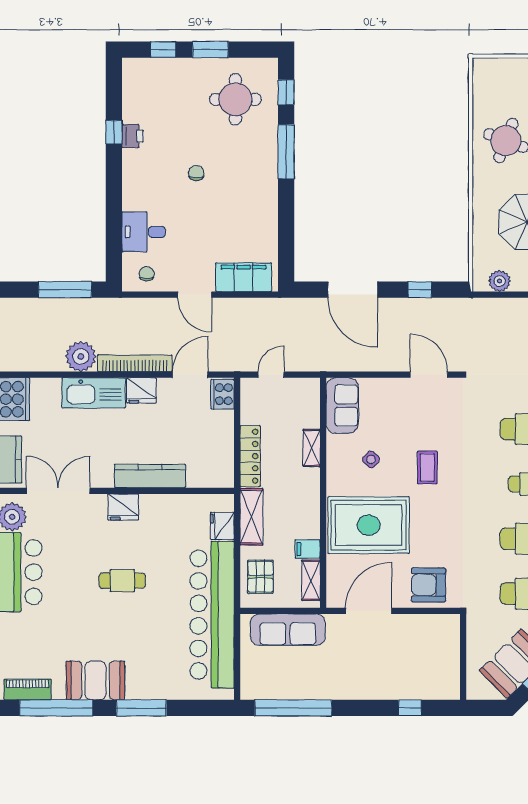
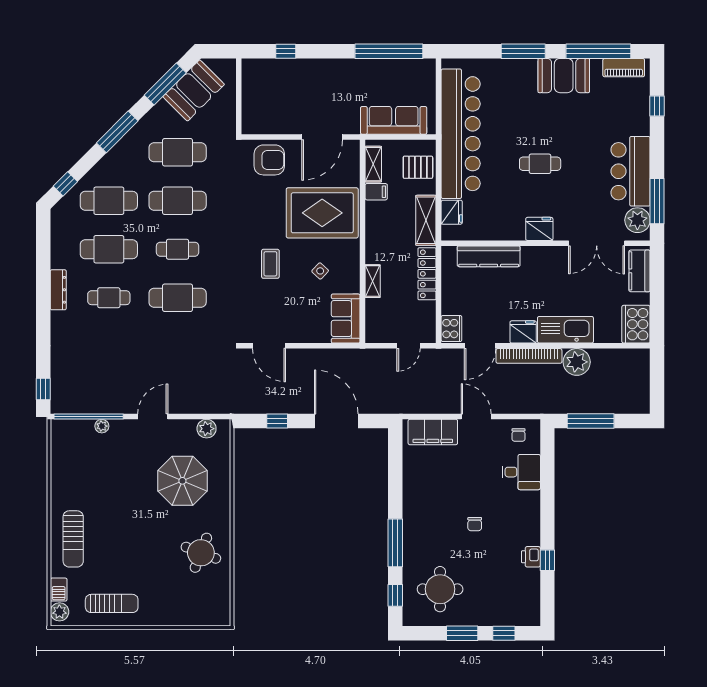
kitchen counter: (150, 476) -> (489, 256), moved
pallet: (260, 577) -> (418, 167), turned 90

